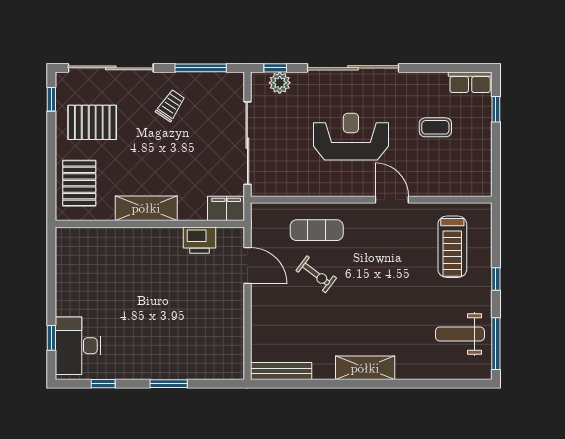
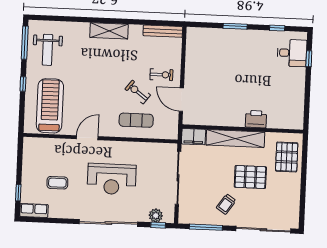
window: (51, 99) -> (302, 211), removed
pallet: (92, 122) -> (250, 177), moved
door: (392, 200) -> (87, 138), swing flipped
shelving: (146, 208) -> (235, 139), width x1.47
printer: (200, 240) -> (256, 119), moved
treadmill: (452, 247) -> (50, 106), width x1.37, depth x1.37
exercise bike: (280, 303) -> (161, 75), added
weight bench: (460, 334) -> (47, 50), turned 90
desk: (78, 346) -> (292, 53), width x0.73

